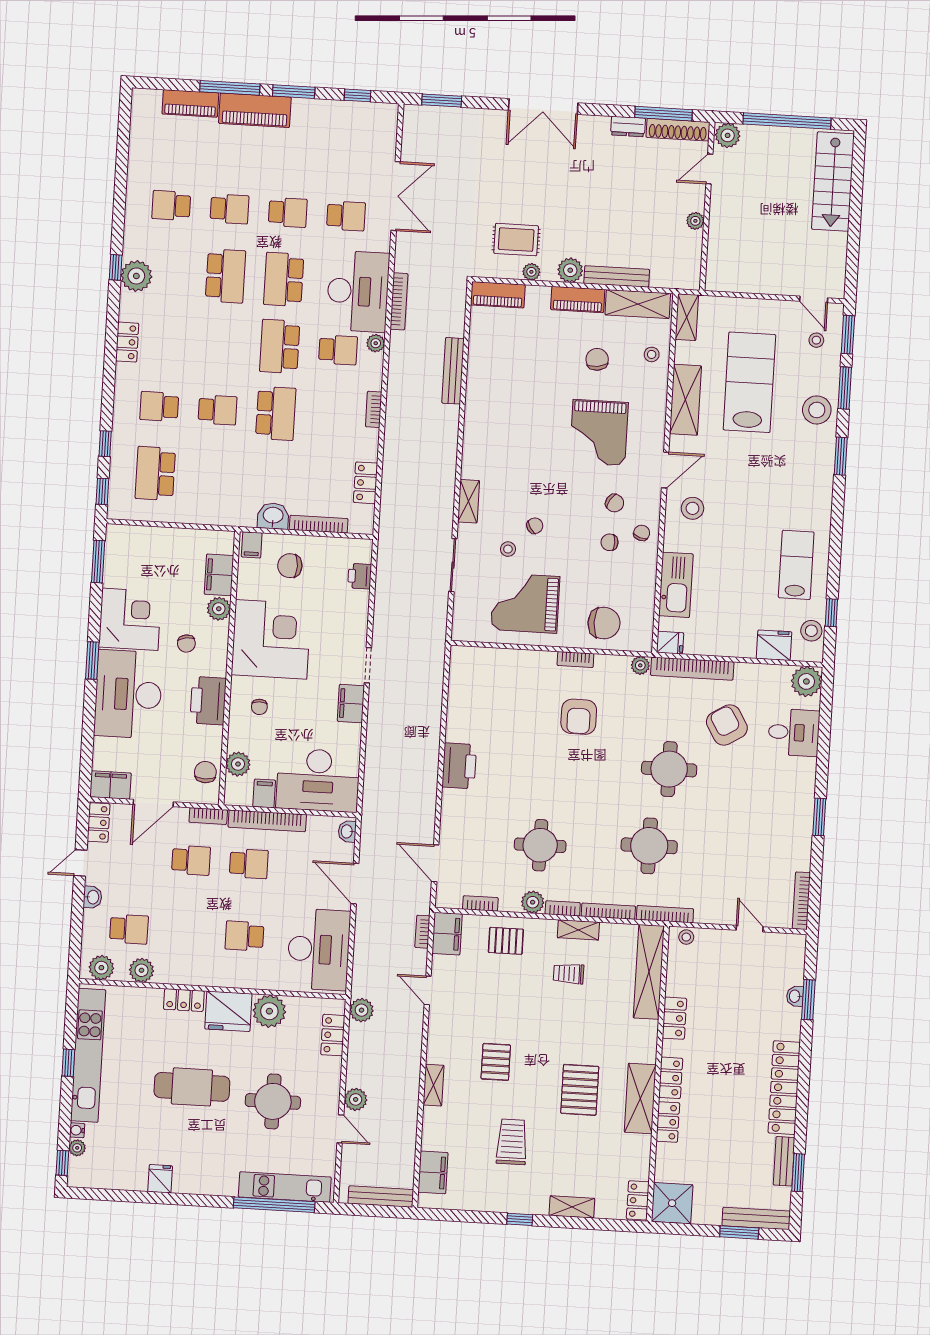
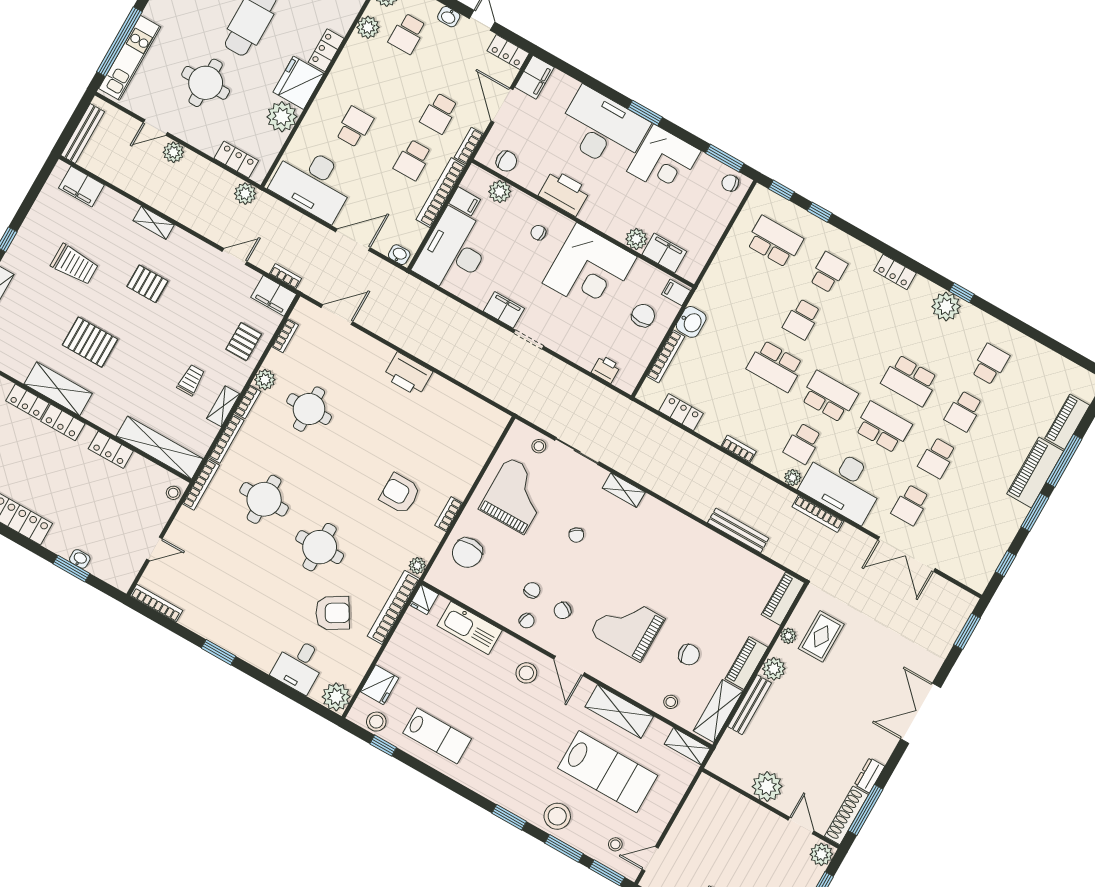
plant: (695, 221) -> (767, 786), width x1.88, depth x1.88
stool: (508, 549) -> (539, 446), moved
chair: (186, 644) -> (730, 183), moved

